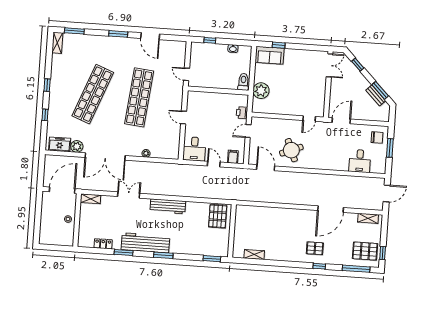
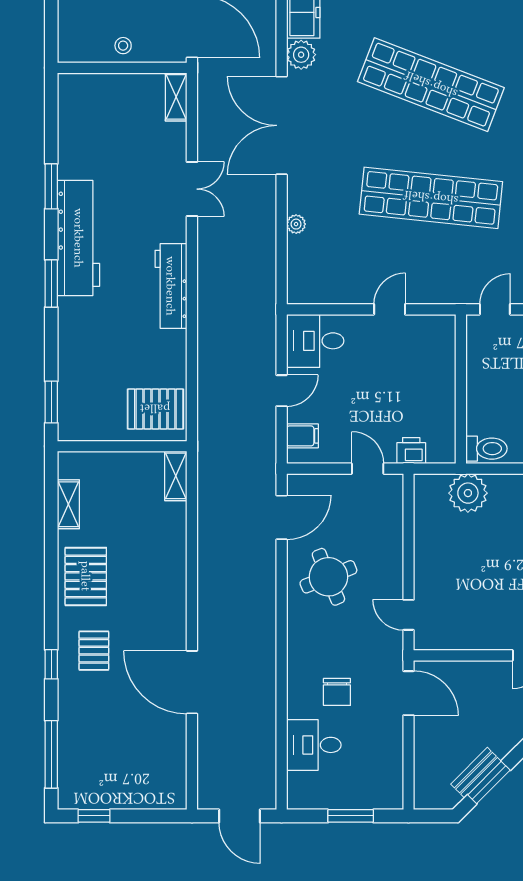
chair: (377, 137) -> (337, 692), moved
shelving: (368, 218) -> (176, 476), moved
locker: (103, 244) -> (69, 135), removed
pallet: (365, 251) -> (86, 576), moved

